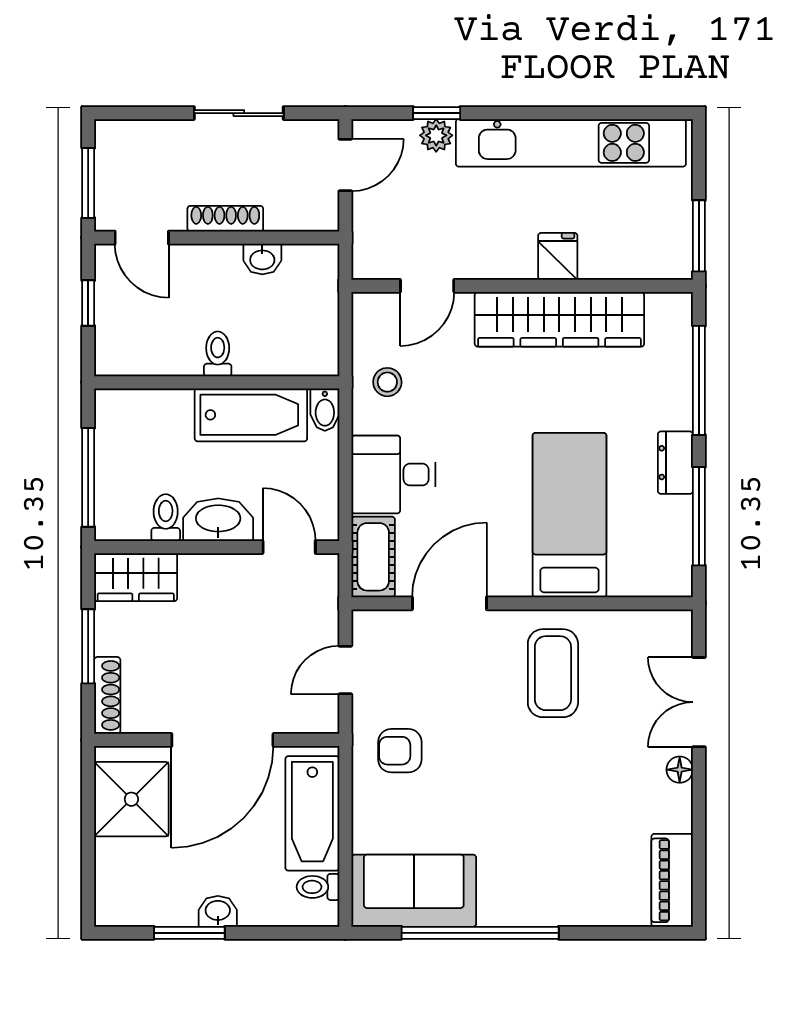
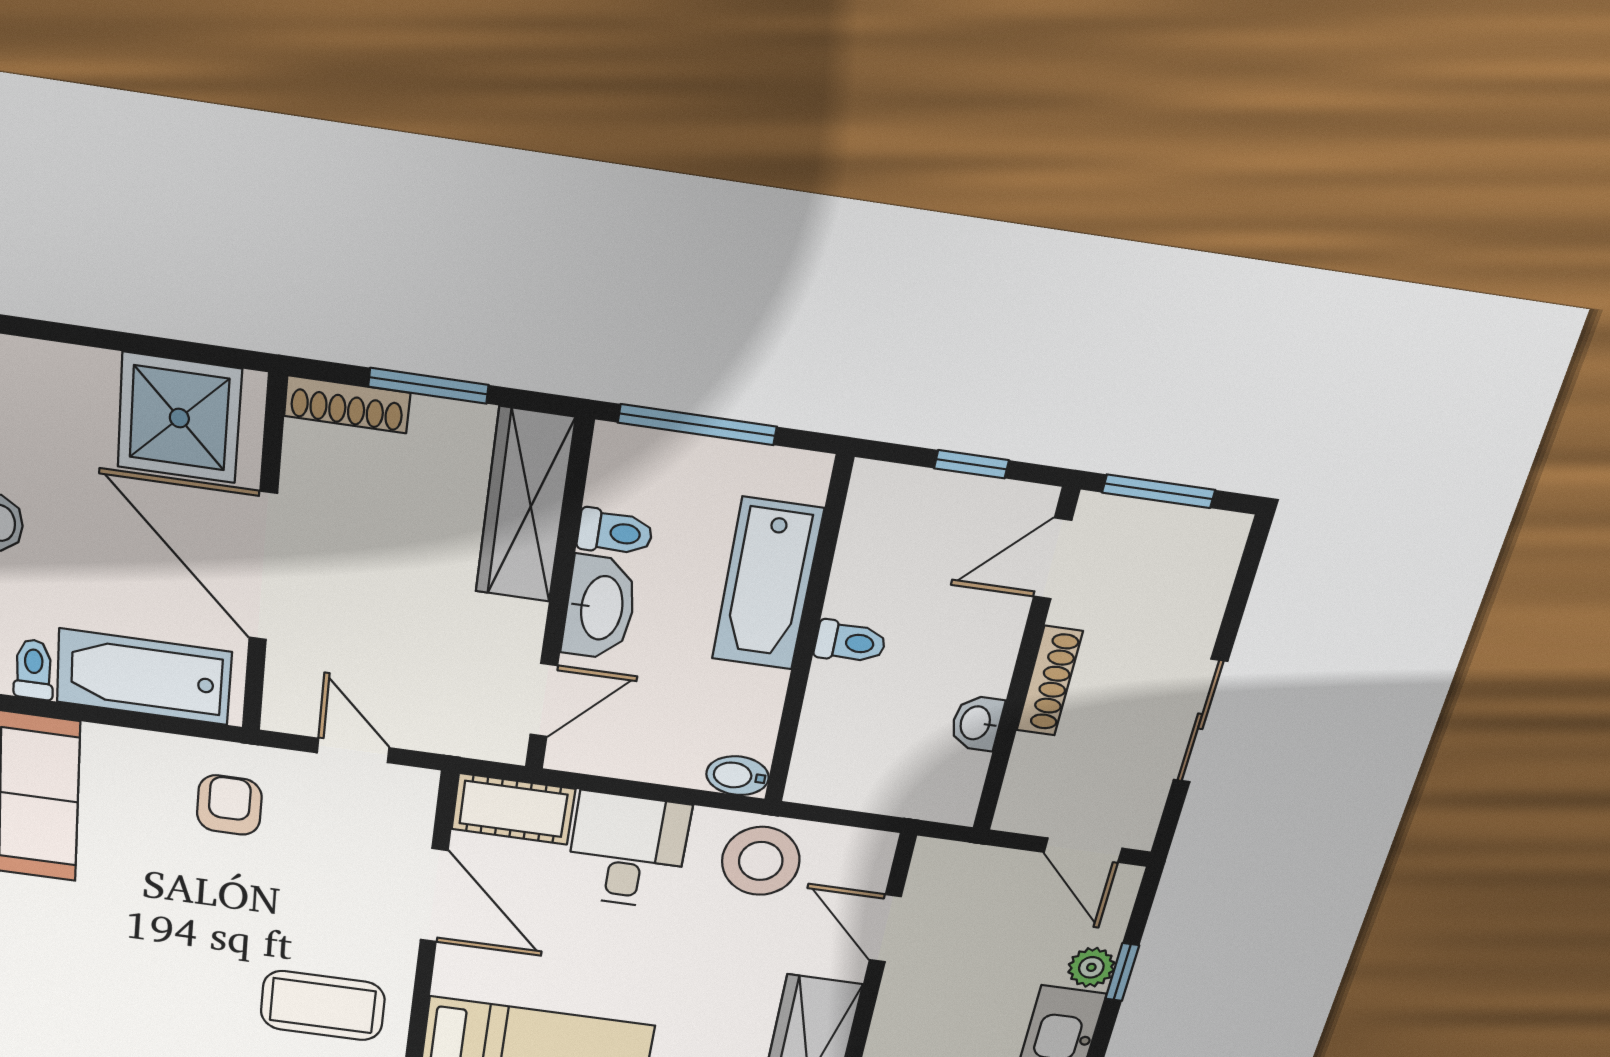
stool: (387, 382) -> (761, 861), width x1.89, depth x1.89
bathtub: (251, 415) -> (767, 584), moved
wardrobe: (136, 577) -> (525, 506), width x1.50

